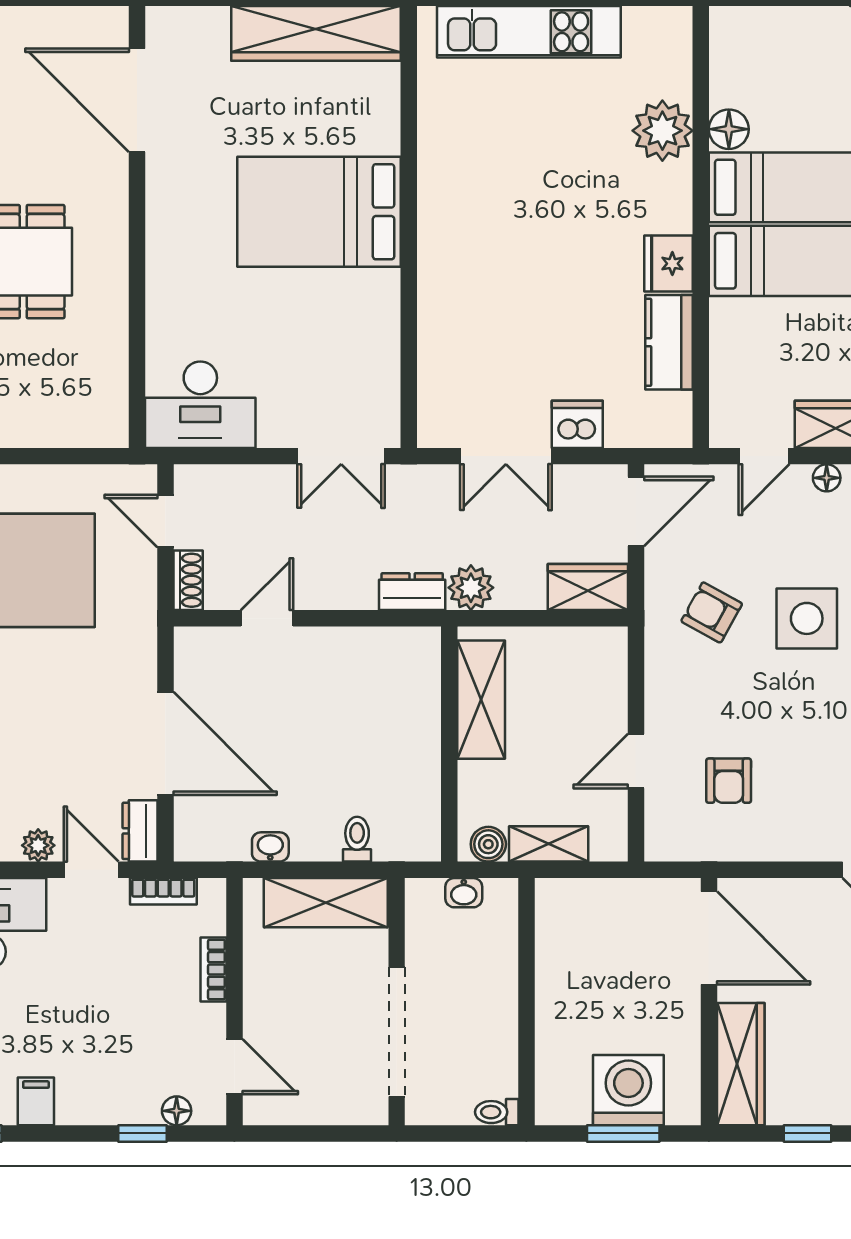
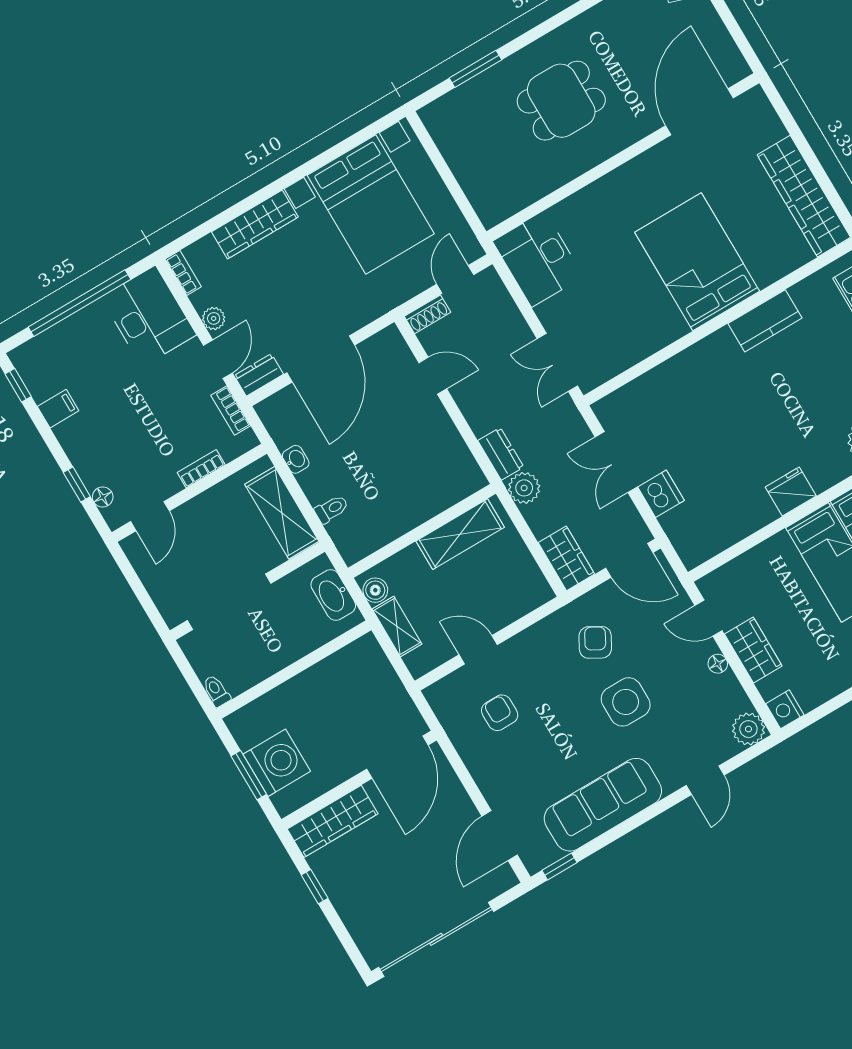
kitchen counter: (669, 342) -> (765, 321), moved, turned 180
armchair: (729, 781) -> (500, 713), turned 90
washbasin: (464, 893) -> (333, 595), width x1.91, depth x1.45

